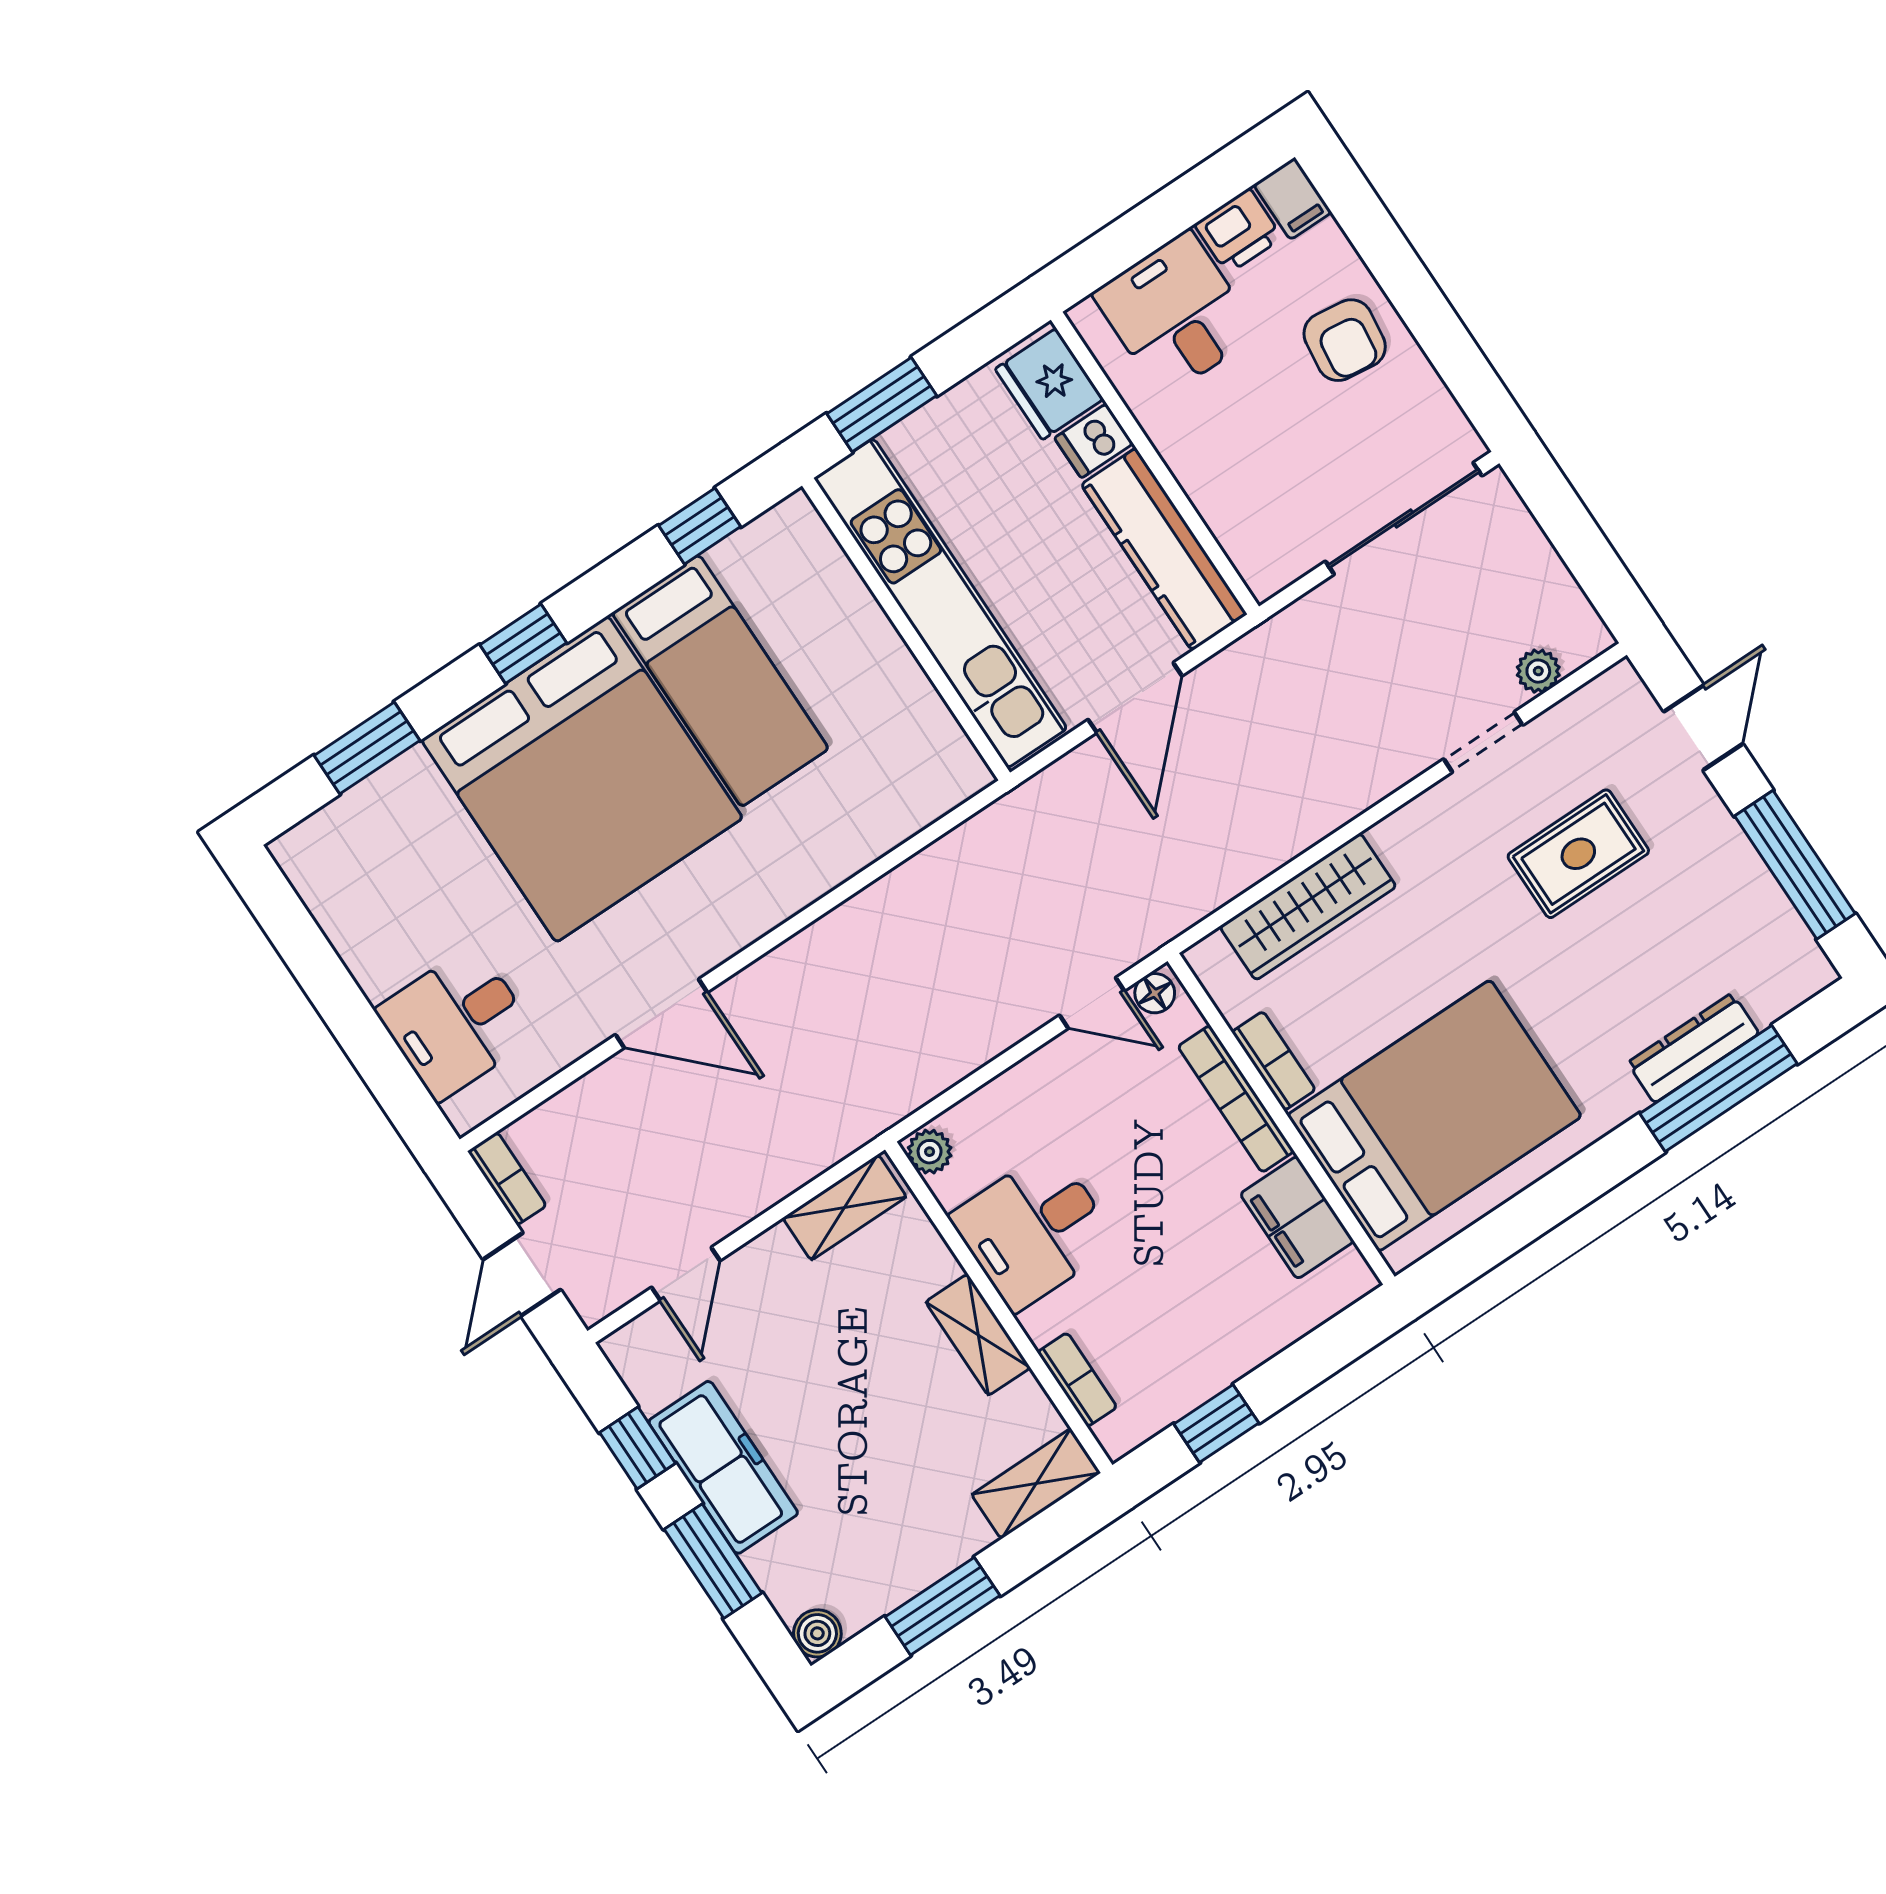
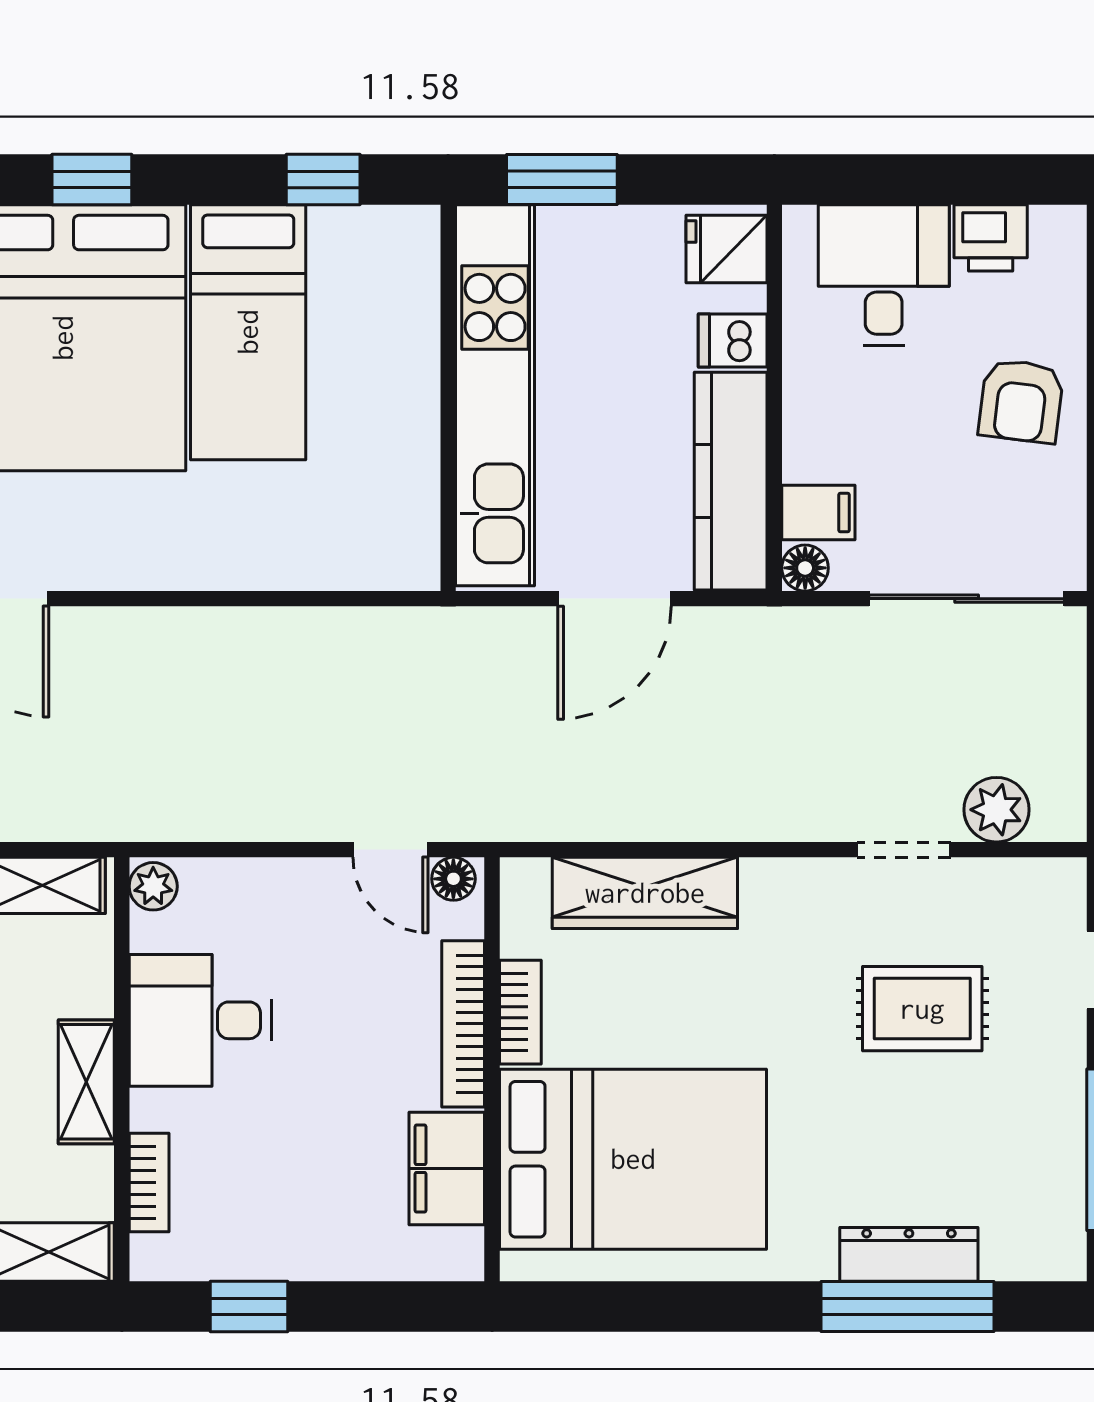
filing cabinet: (1293, 198) -> (818, 512), moved, turned -90
fridge: (1049, 384) -> (727, 249), width x0.72
floor lamp: (1265, 577) -> (805, 568), added
plant: (1538, 671) -> (996, 810), width x1.38, depth x1.38

